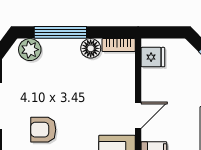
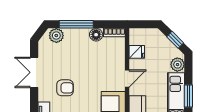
fridge: (153, 57) -> (137, 52), moved
armchair: (43, 130) -> (65, 88), turned 180

